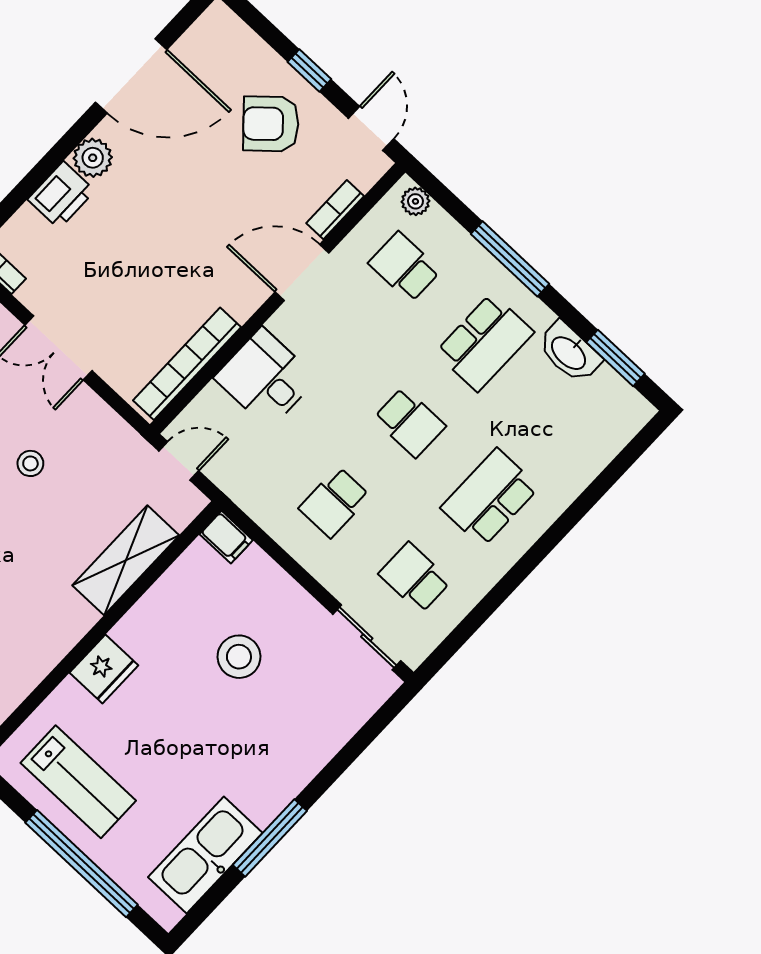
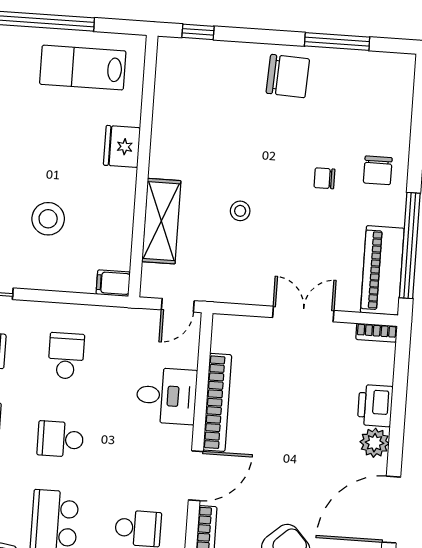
bookcase: (187, 364) -> (217, 402), moved
stool: (30, 463) -> (240, 211), moved

